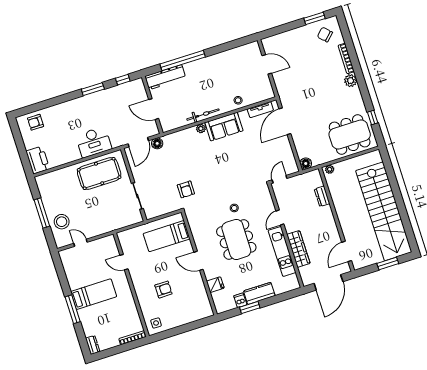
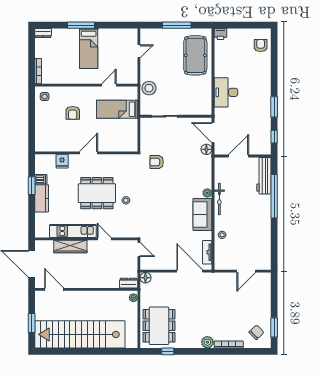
printer: (38, 160) -> (220, 34), width x0.53, depth x0.68
pool table: (99, 173) -> (195, 55), moved
dresser: (322, 196) -> (129, 283), moved
stool: (62, 222) -> (149, 88), moved
bed: (167, 236) -> (117, 109), moved, turned -90

